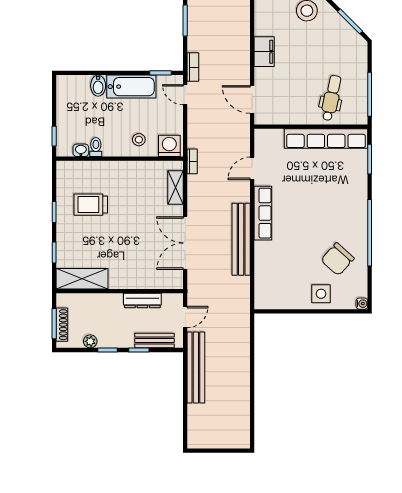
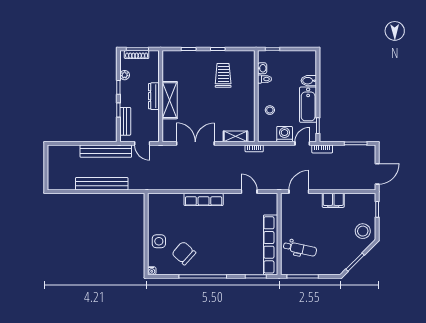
washing machine: (169, 146) -> (285, 134), moved, turned -90
row of seats: (263, 213) -> (204, 199), moved
bench: (241, 239) -> (102, 184), moved
shelving: (82, 279) -> (170, 100), moved
dresser: (142, 301) -> (154, 96), moved

